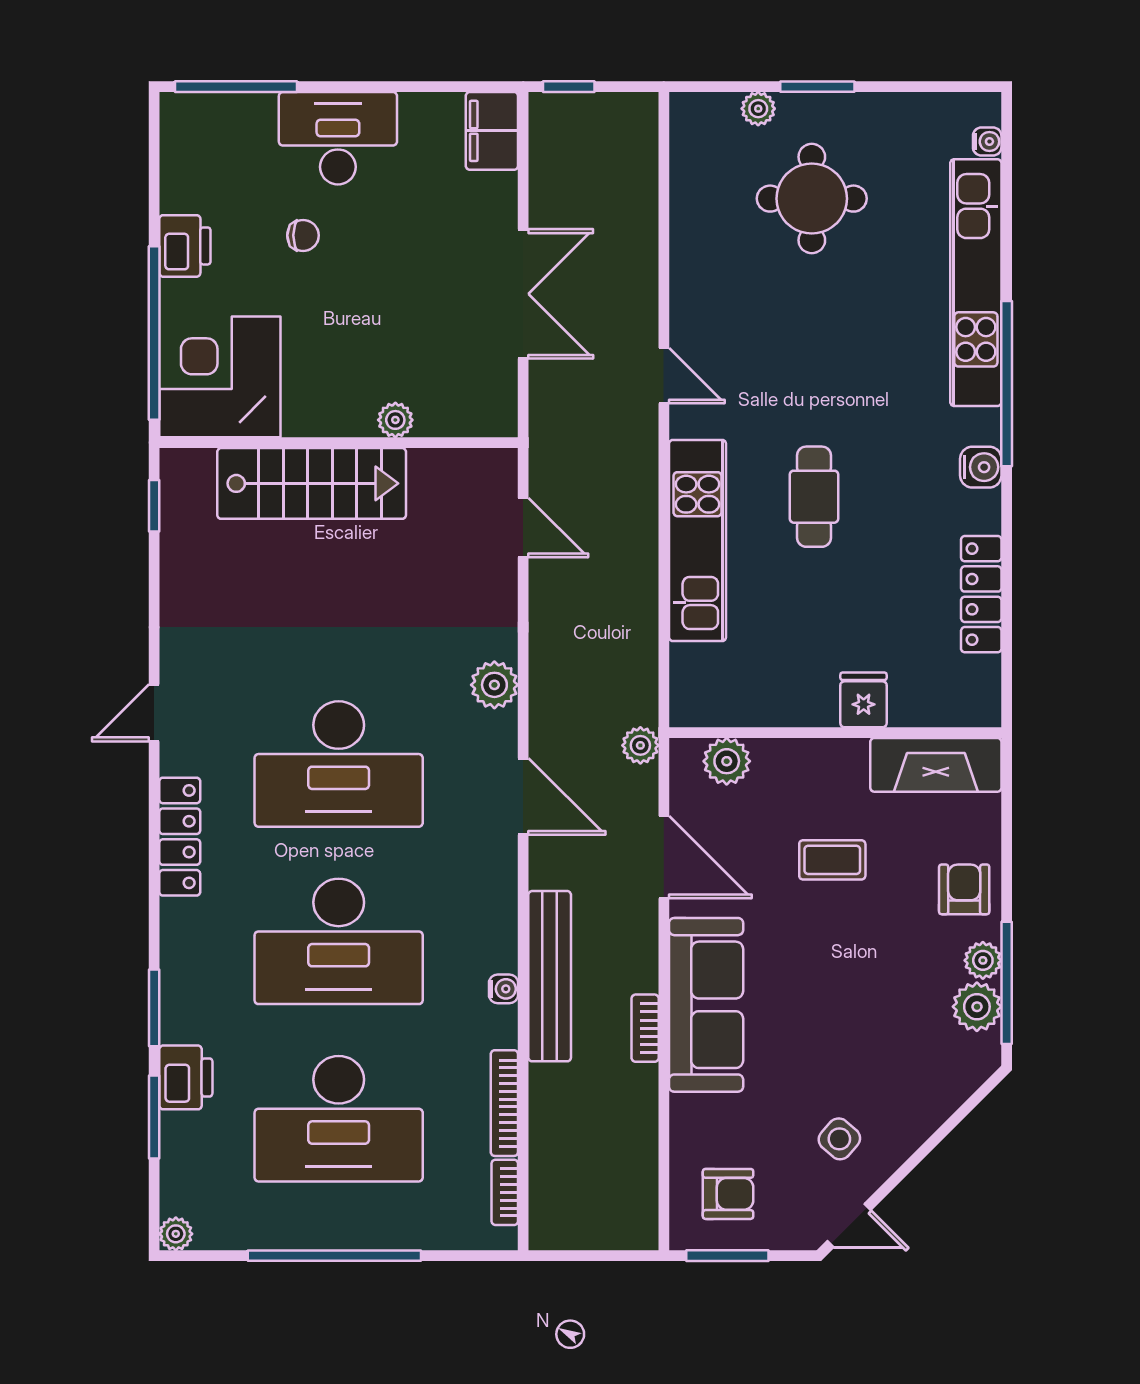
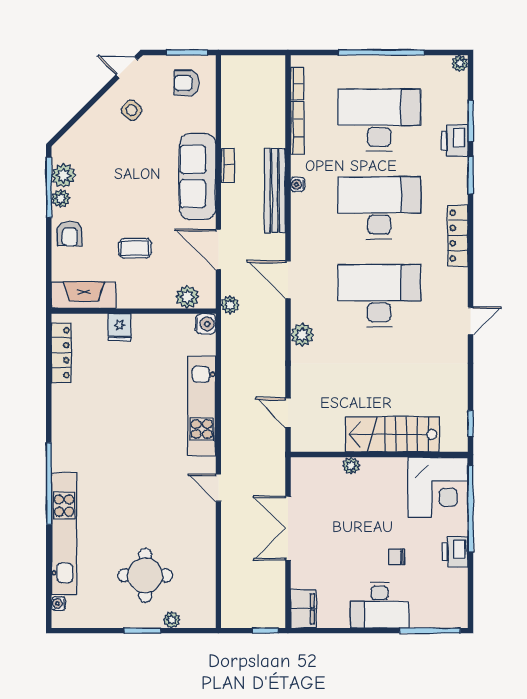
water cooler: (981, 467) -> (206, 324), moved, turned 180
cafe table: (814, 497) -> (144, 428), removed
locker: (981, 594) -> (61, 353), moved
locker: (180, 837) -> (458, 236), moved

